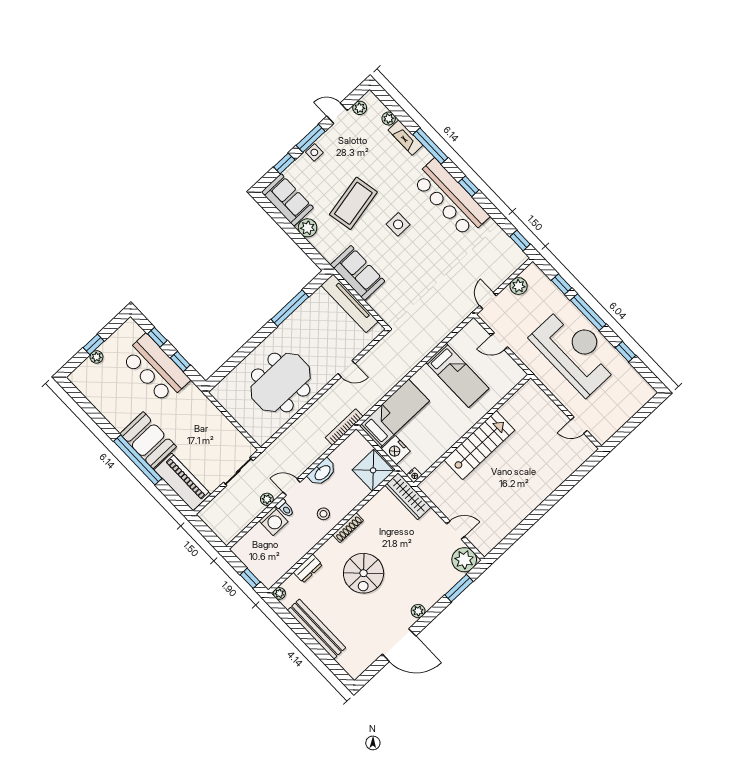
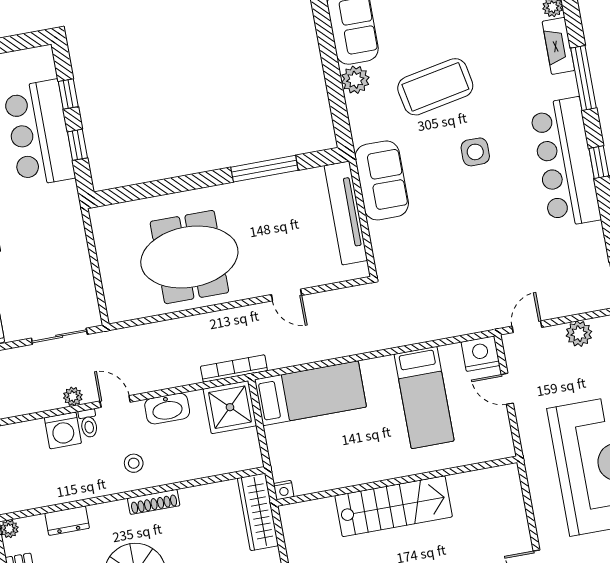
nightstand: (396, 450) -> (480, 354), moved, turned 90
shower: (373, 470) -> (230, 407), moved

